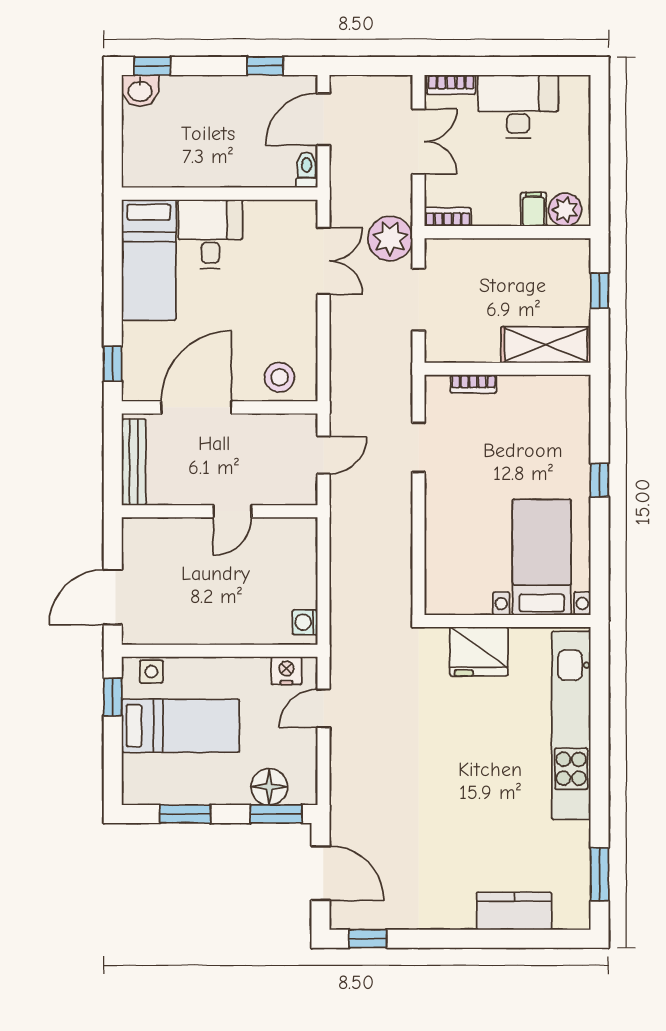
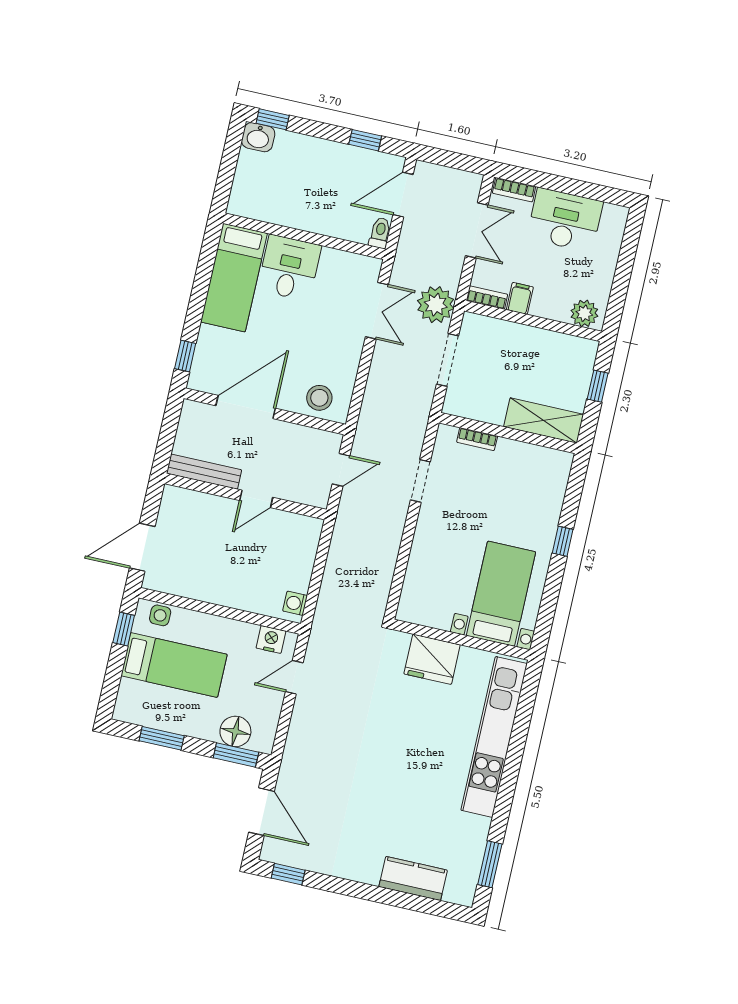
filing cabinet: (533, 209) -> (520, 298), moved
bench: (134, 462) -> (204, 472), moved, turned 90

